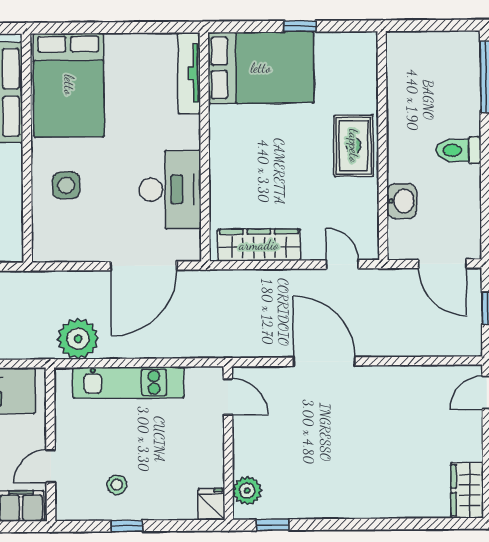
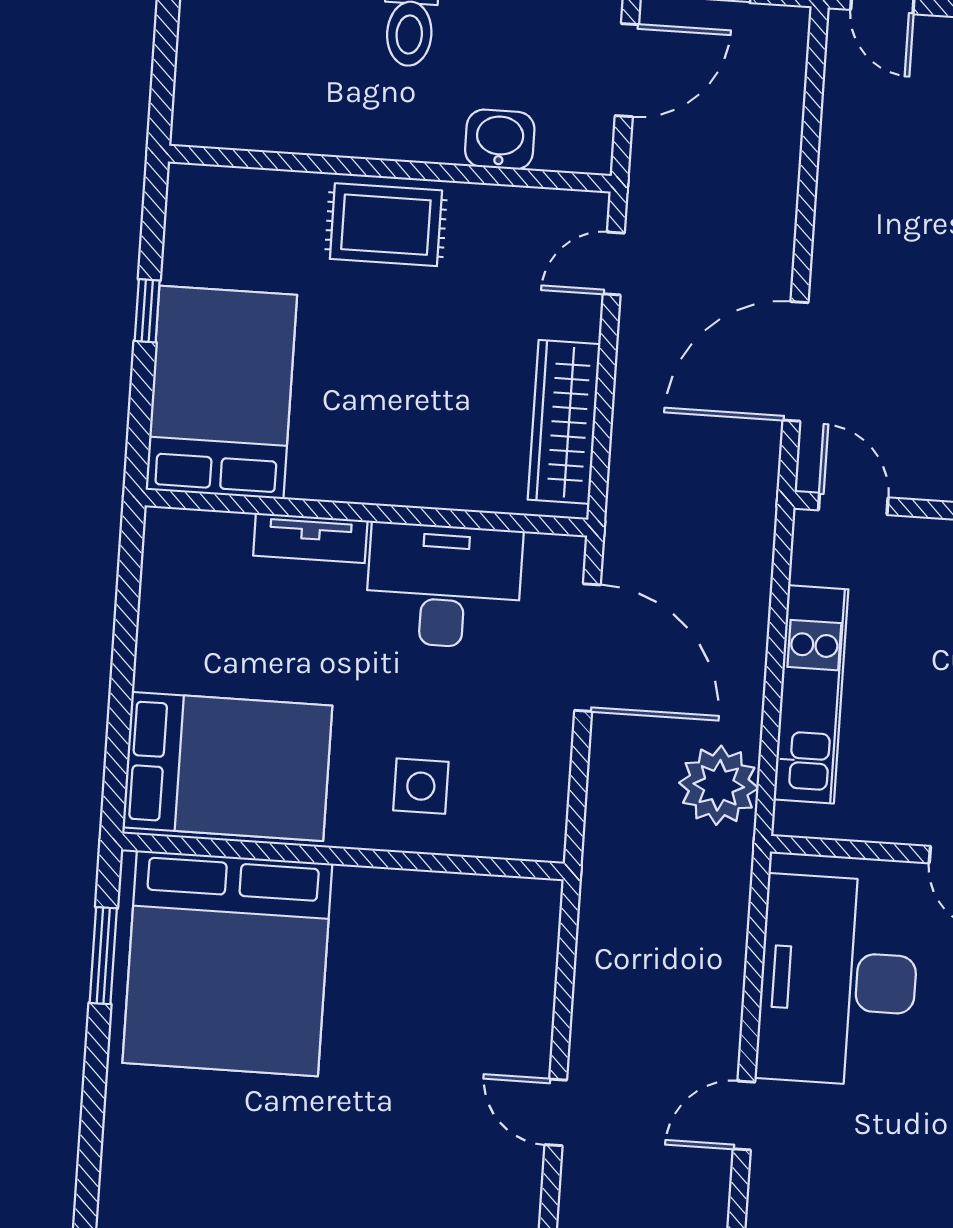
tv unit: (189, 73) -> (310, 538), moved, width x0.71
door: (324, 362) -> (795, 361), moved
door: (228, 397) -> (853, 504), hinge flipped

